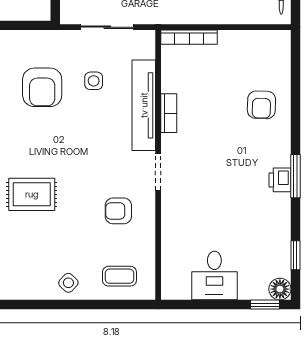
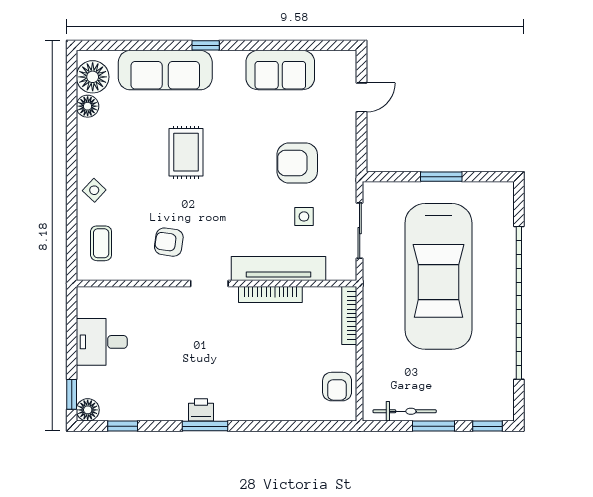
armchair: (261, 105) -> (337, 387), moved, turned -92
bookcase: (169, 113) -> (270, 294), width x1.56
armchair: (118, 211) -> (169, 242), turned -82

